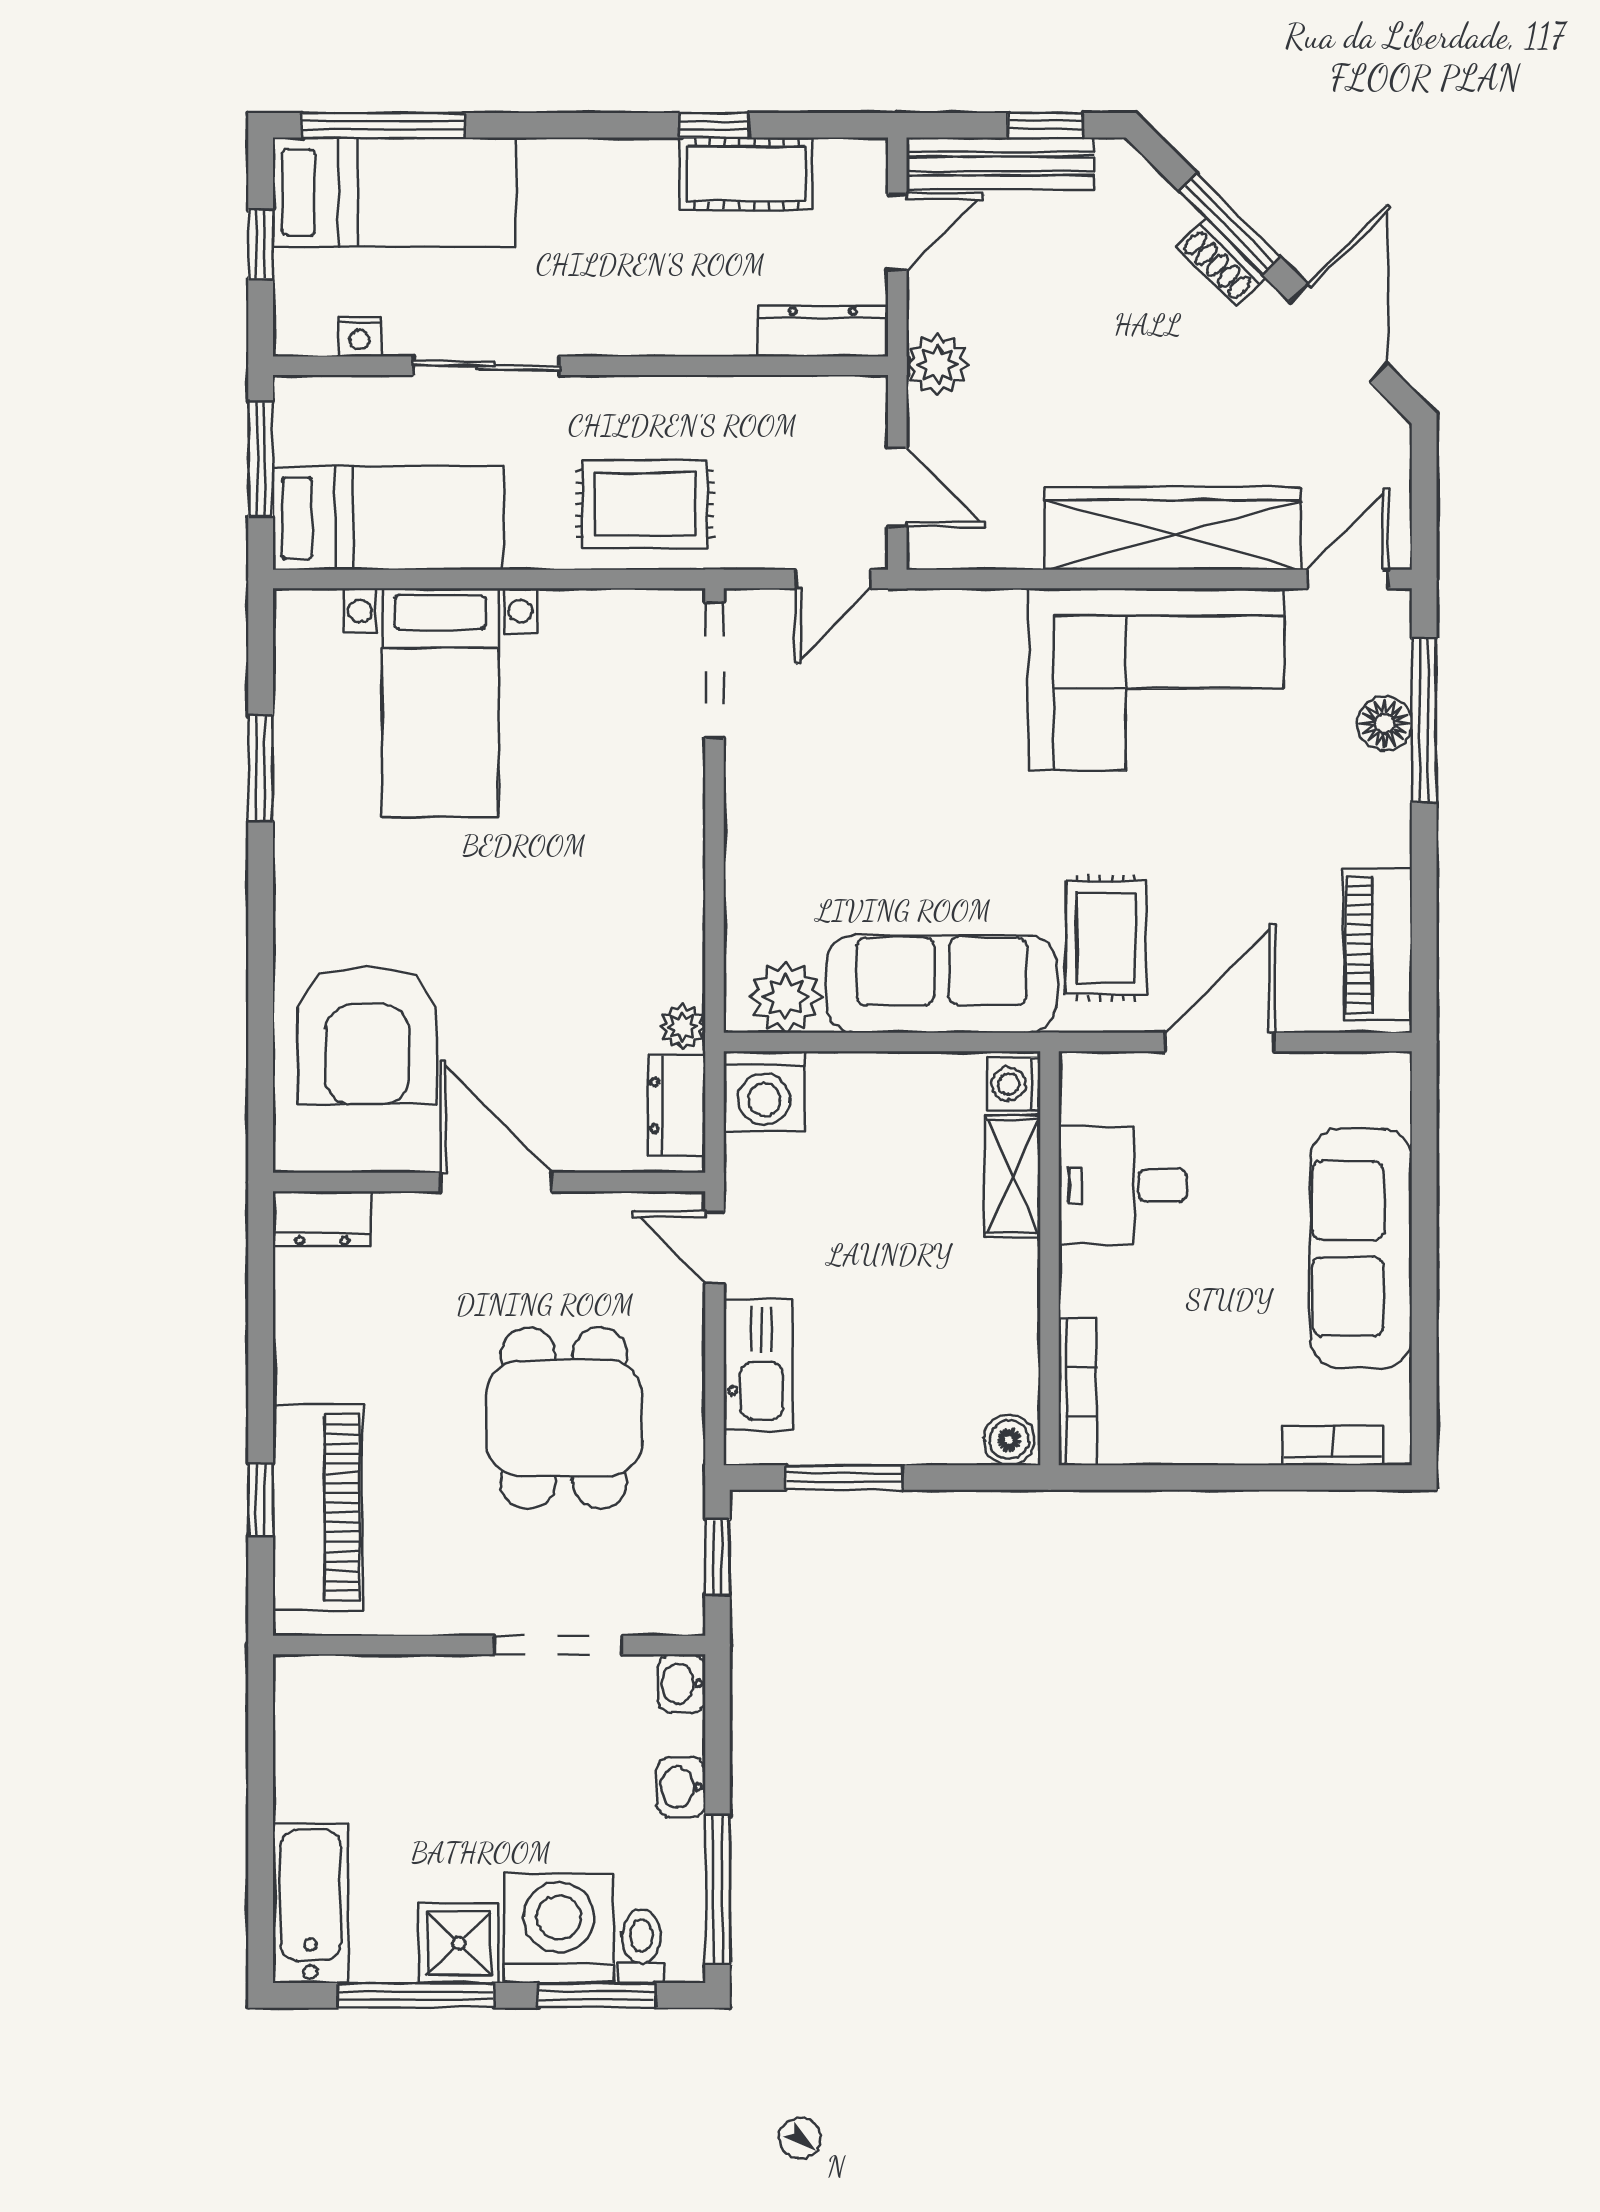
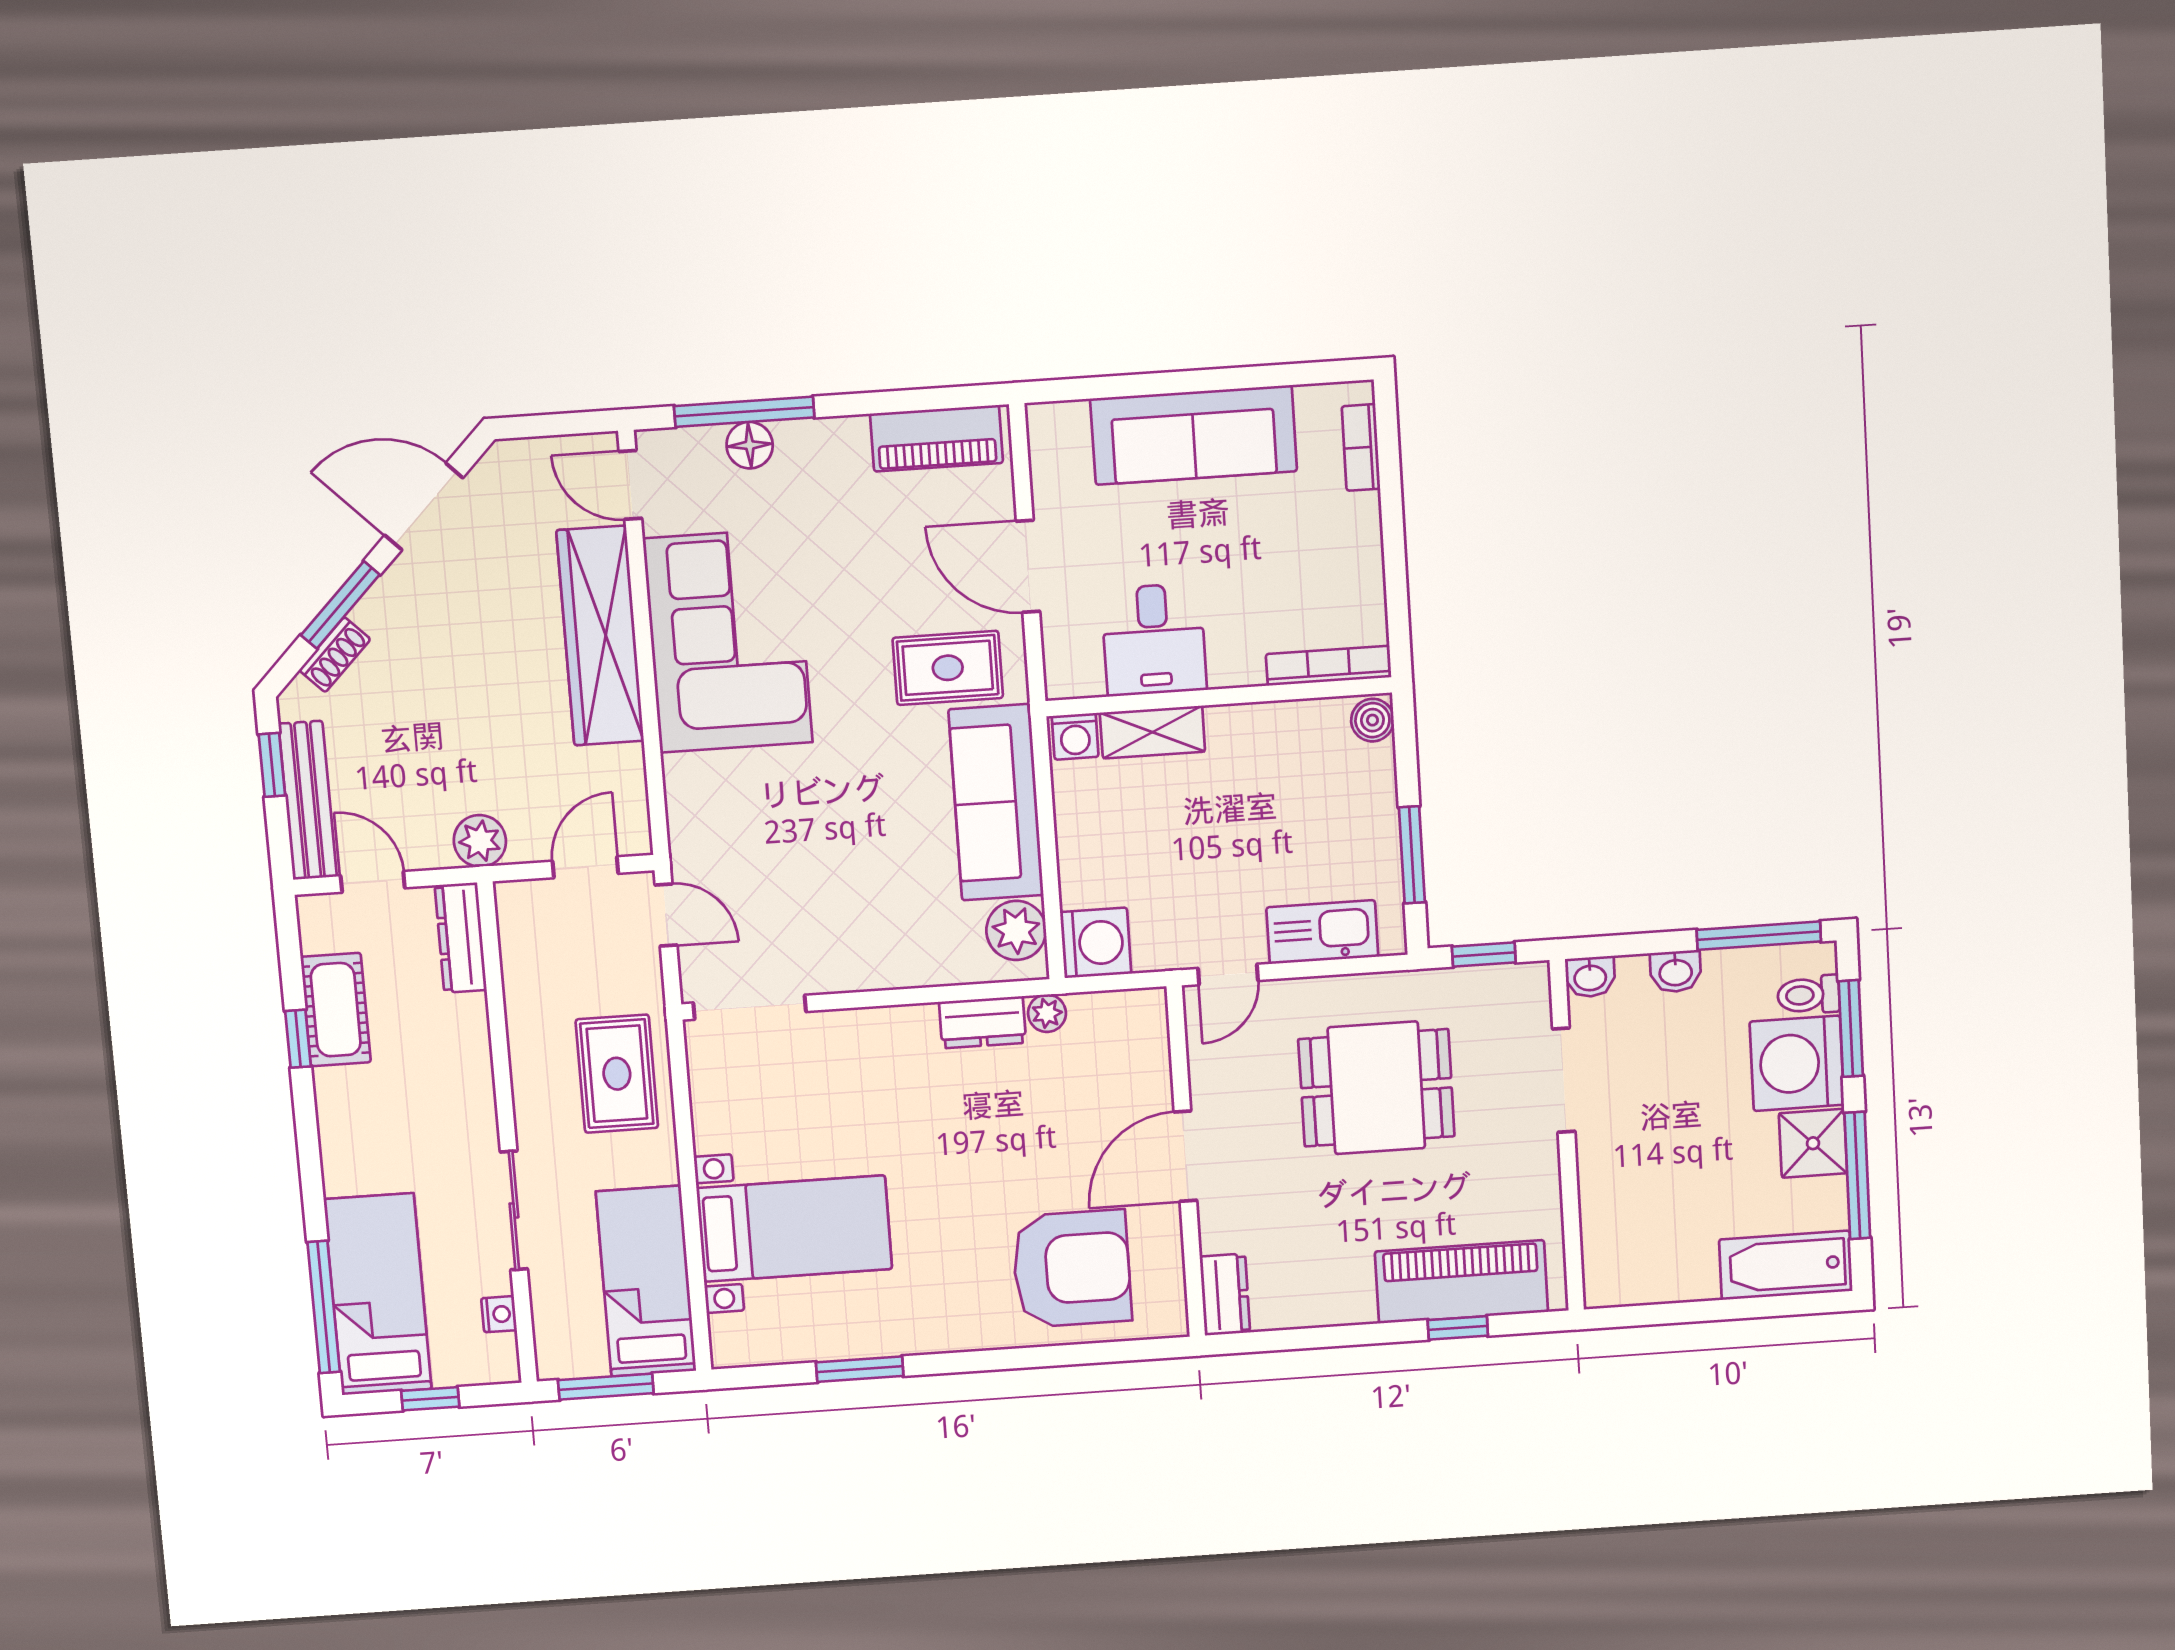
shoe rack: (1221, 262) -> (335, 655), moved
dresser: (677, 1105) -> (983, 1022), moved

